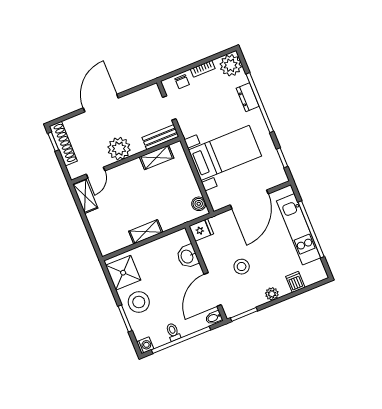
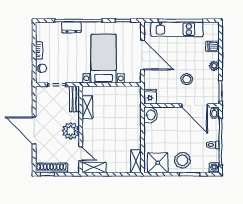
plant: (231, 65) -> (44, 30), removed
boiler: (199, 204) -> (131, 91), removed
shelving: (146, 232) -> (136, 161), moved
washbasin: (187, 256) -> (151, 115), moved, turned -90

